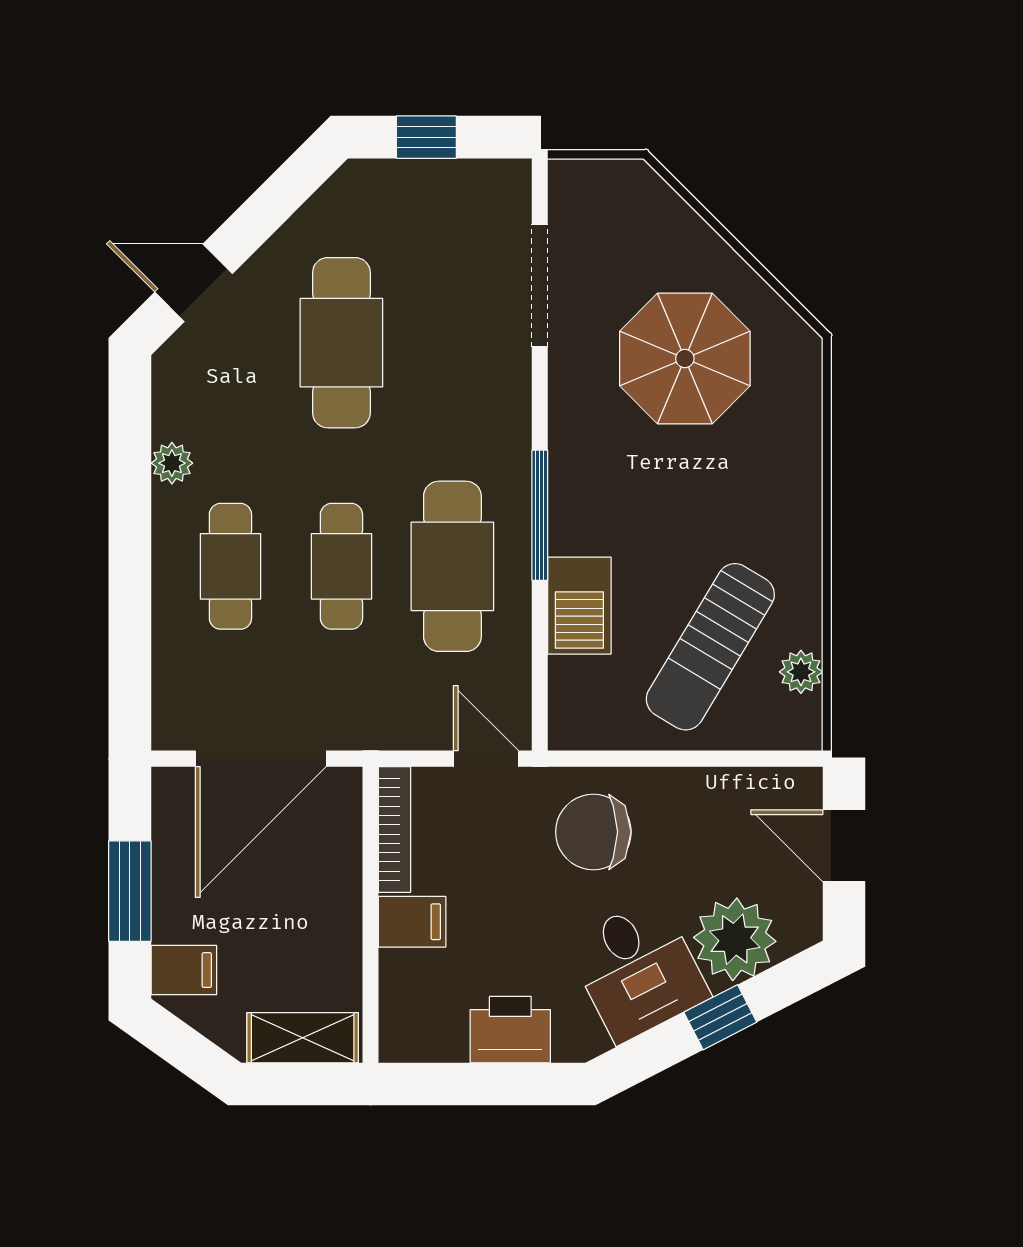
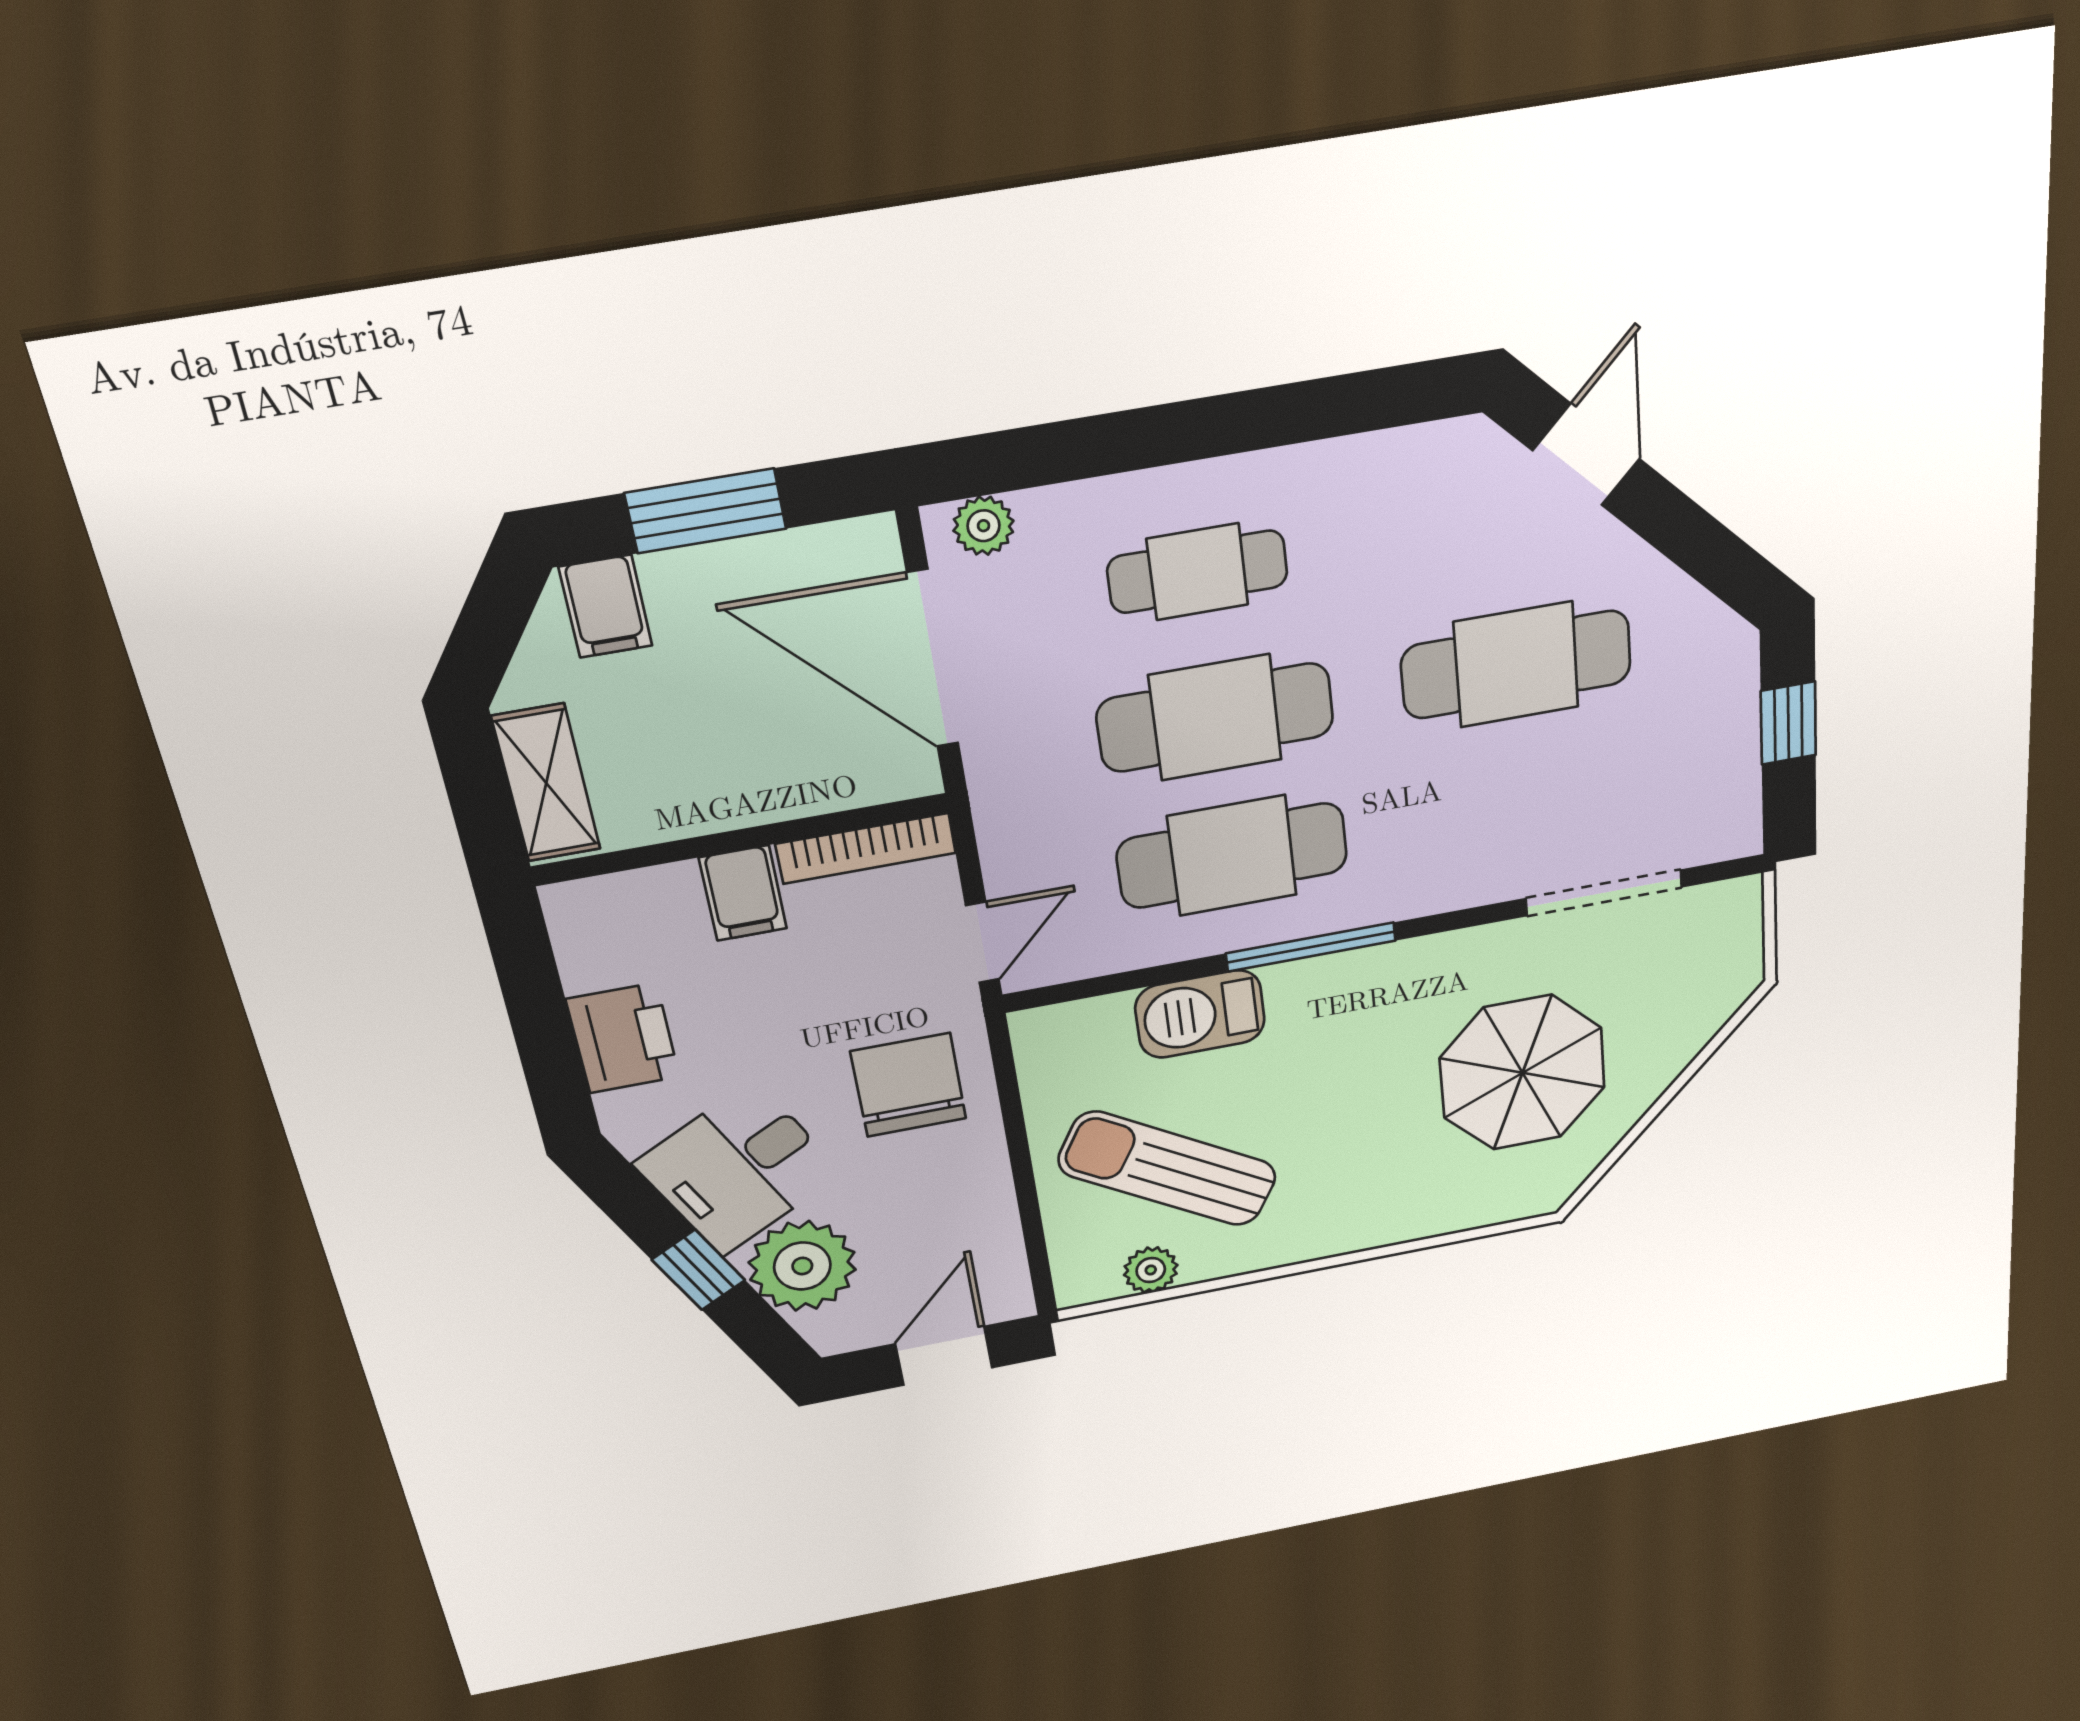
plant: (172, 463) -> (984, 526), moved
cafe table: (341, 566) -> (1215, 718), width x1.37, depth x1.35

